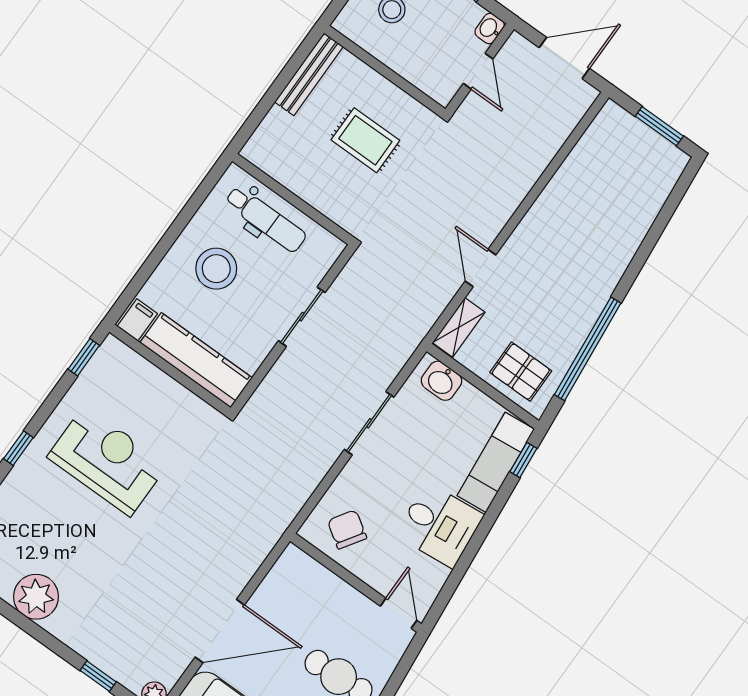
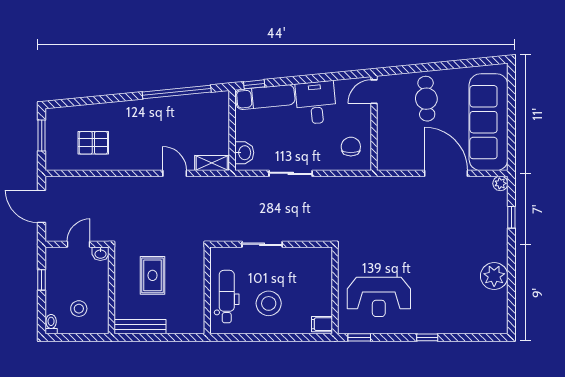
washbasin: (490, 28) -> (100, 254), moved
door: (481, 268) -> (175, 173), swing flipped
kitchen counter: (196, 360) -> (321, 281), removed
pallet: (521, 372) -> (93, 143), moved, turned 90
reception desk: (107, 461) -> (379, 297), moved, turned -90
chair: (347, 529) -> (351, 147), turned 147

